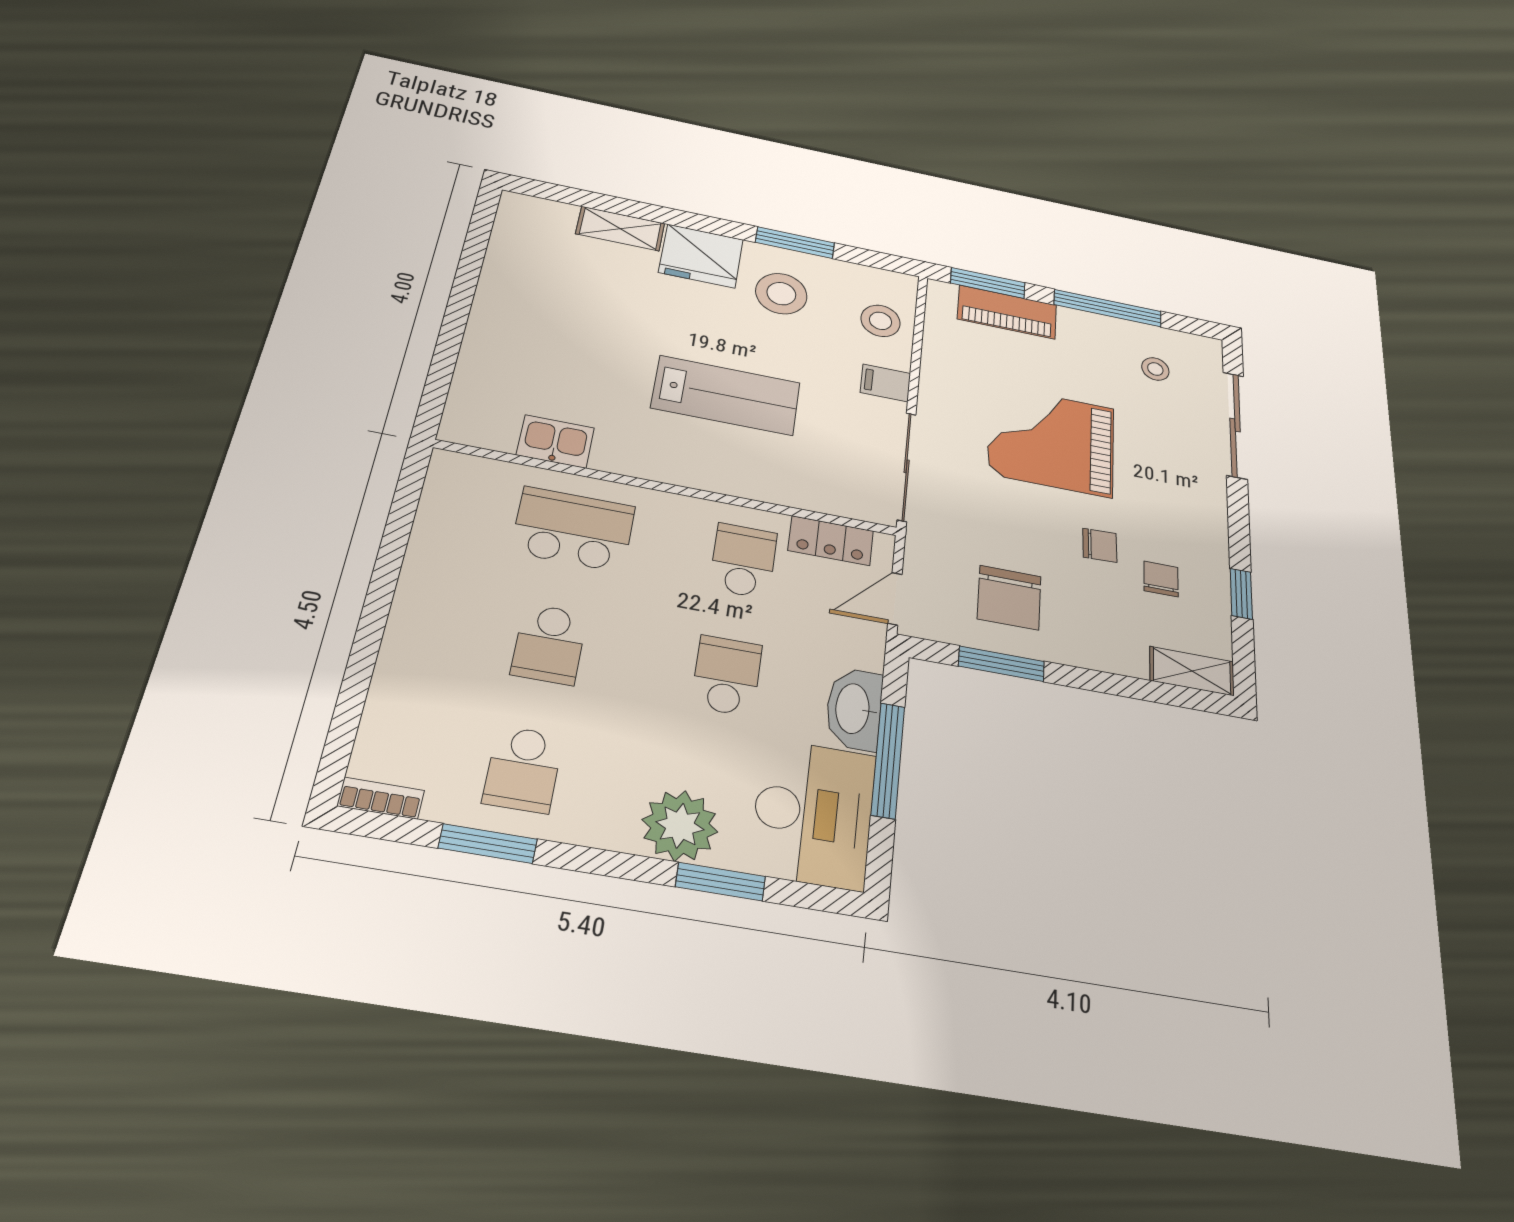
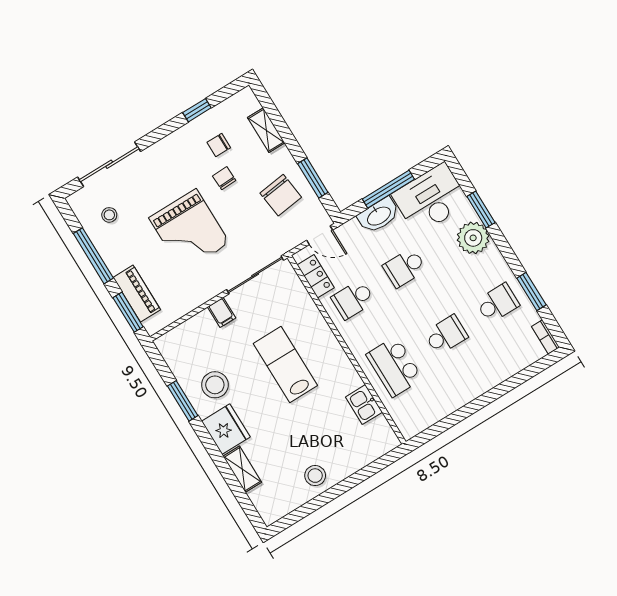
stool: (881, 321) -> (315, 476), moved
chair: (1009, 598) -> (281, 195), turned 83
shelving: (1192, 671) -> (266, 130), moved

